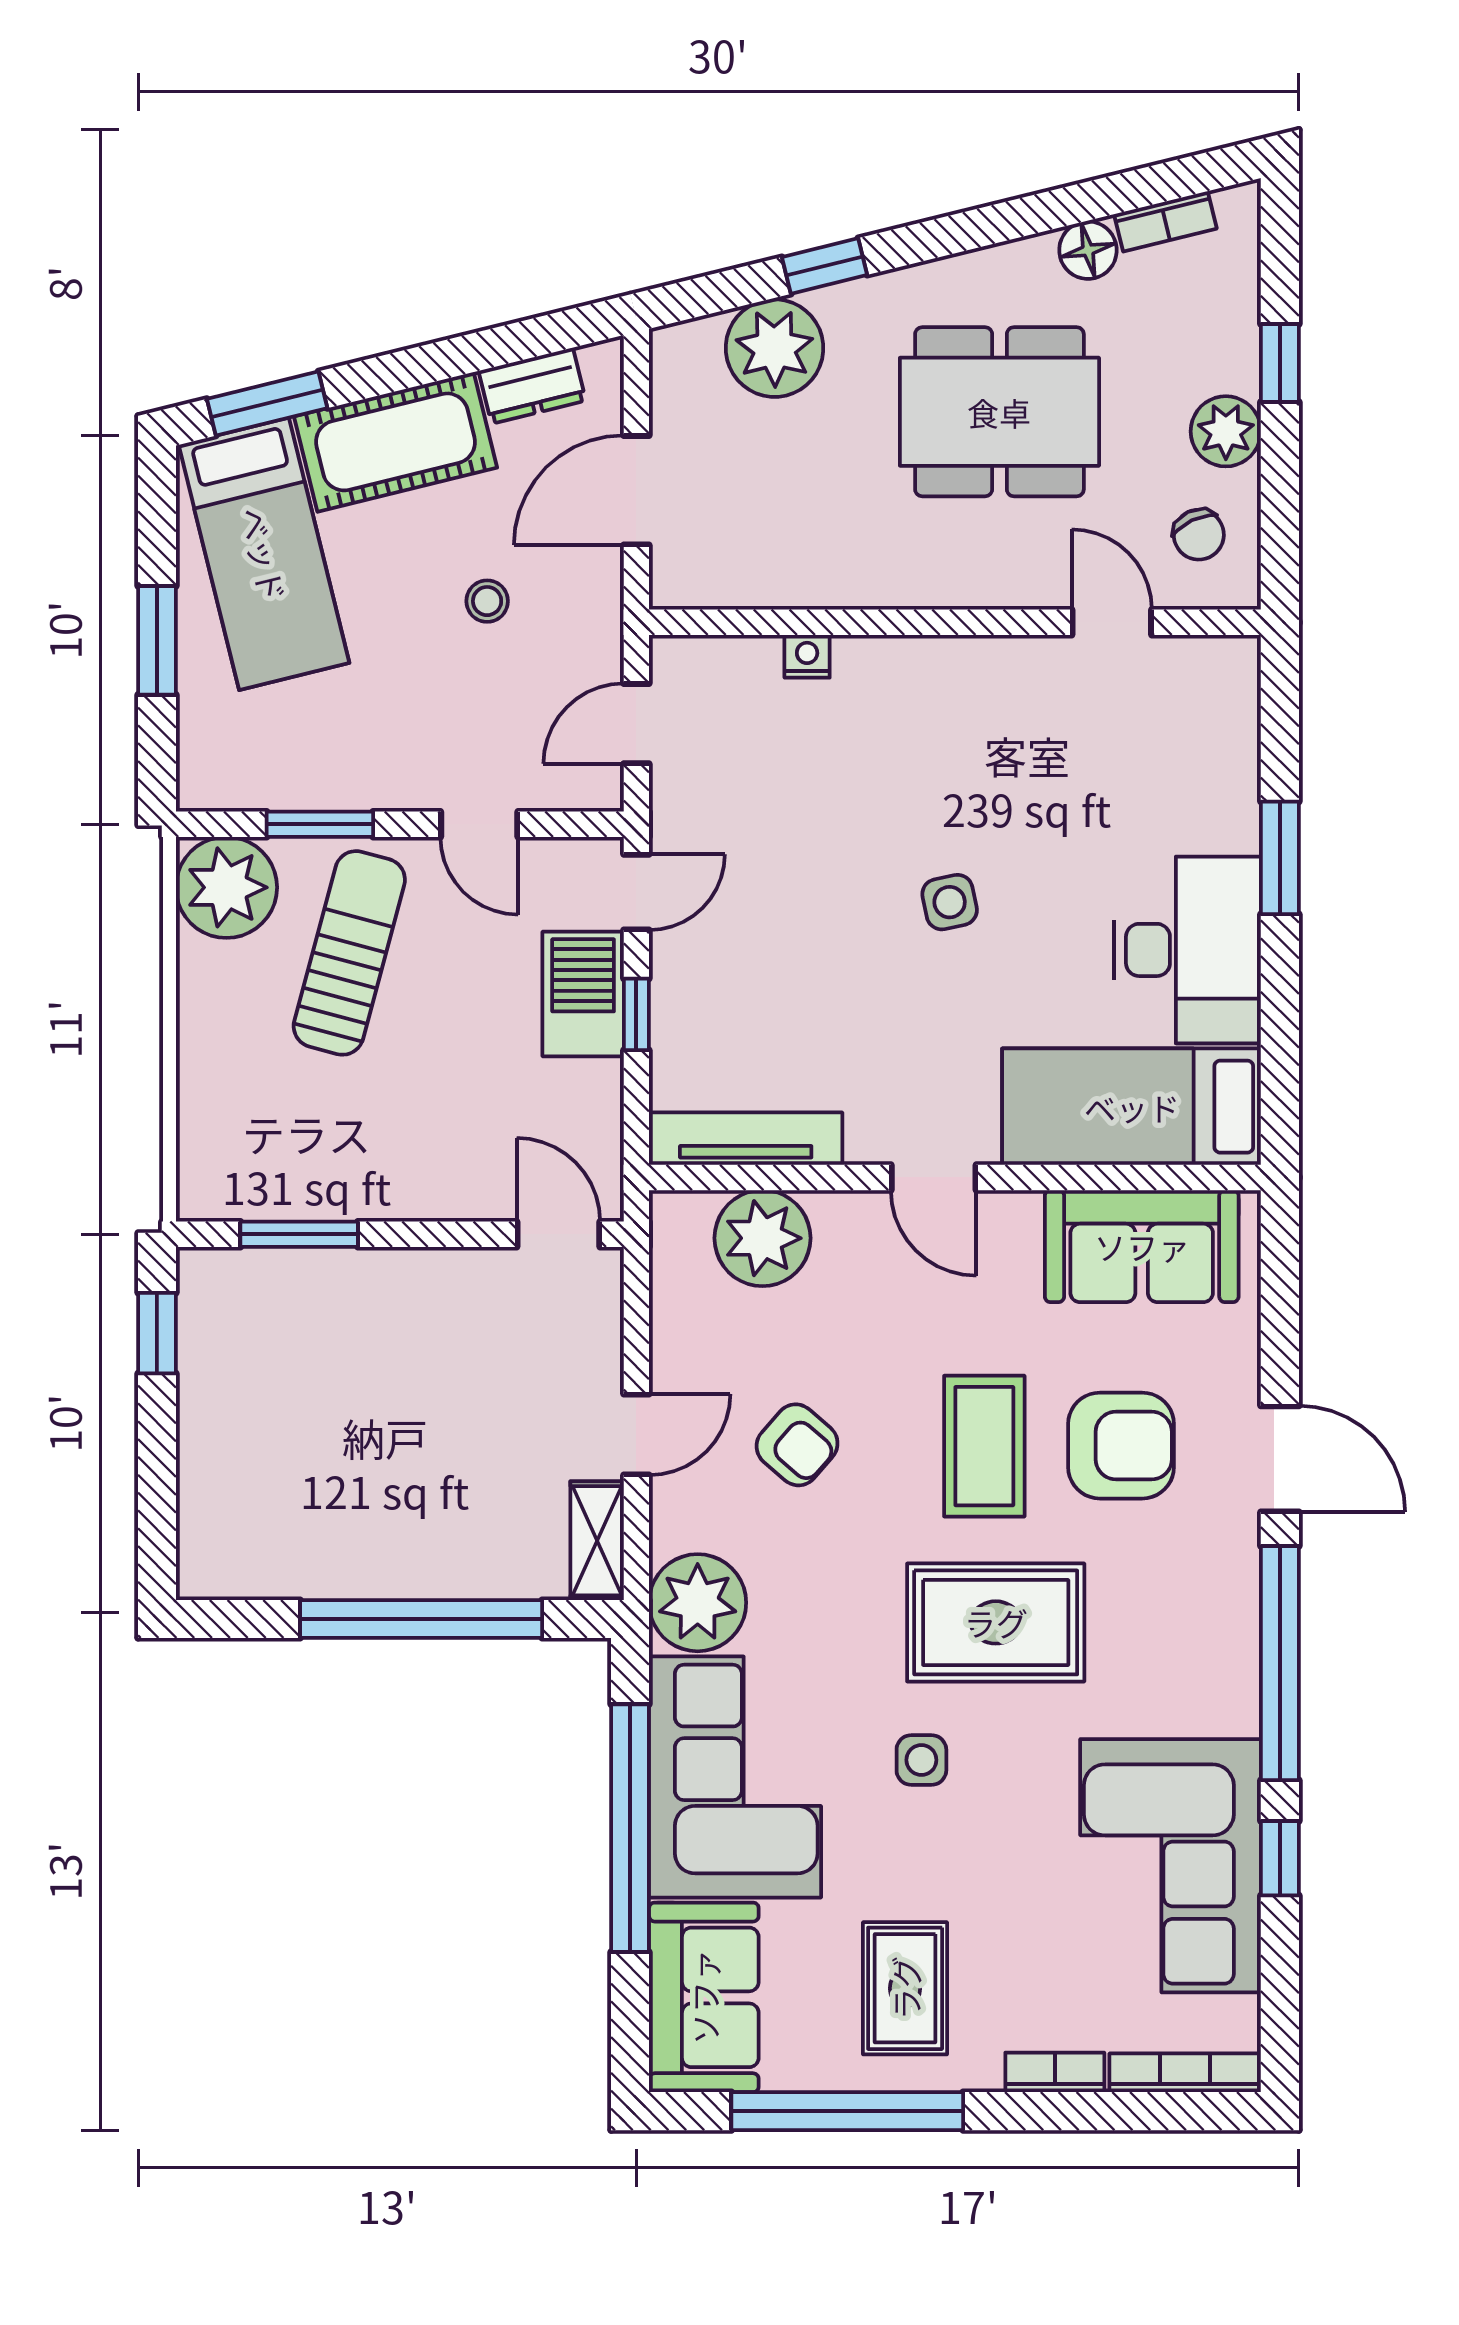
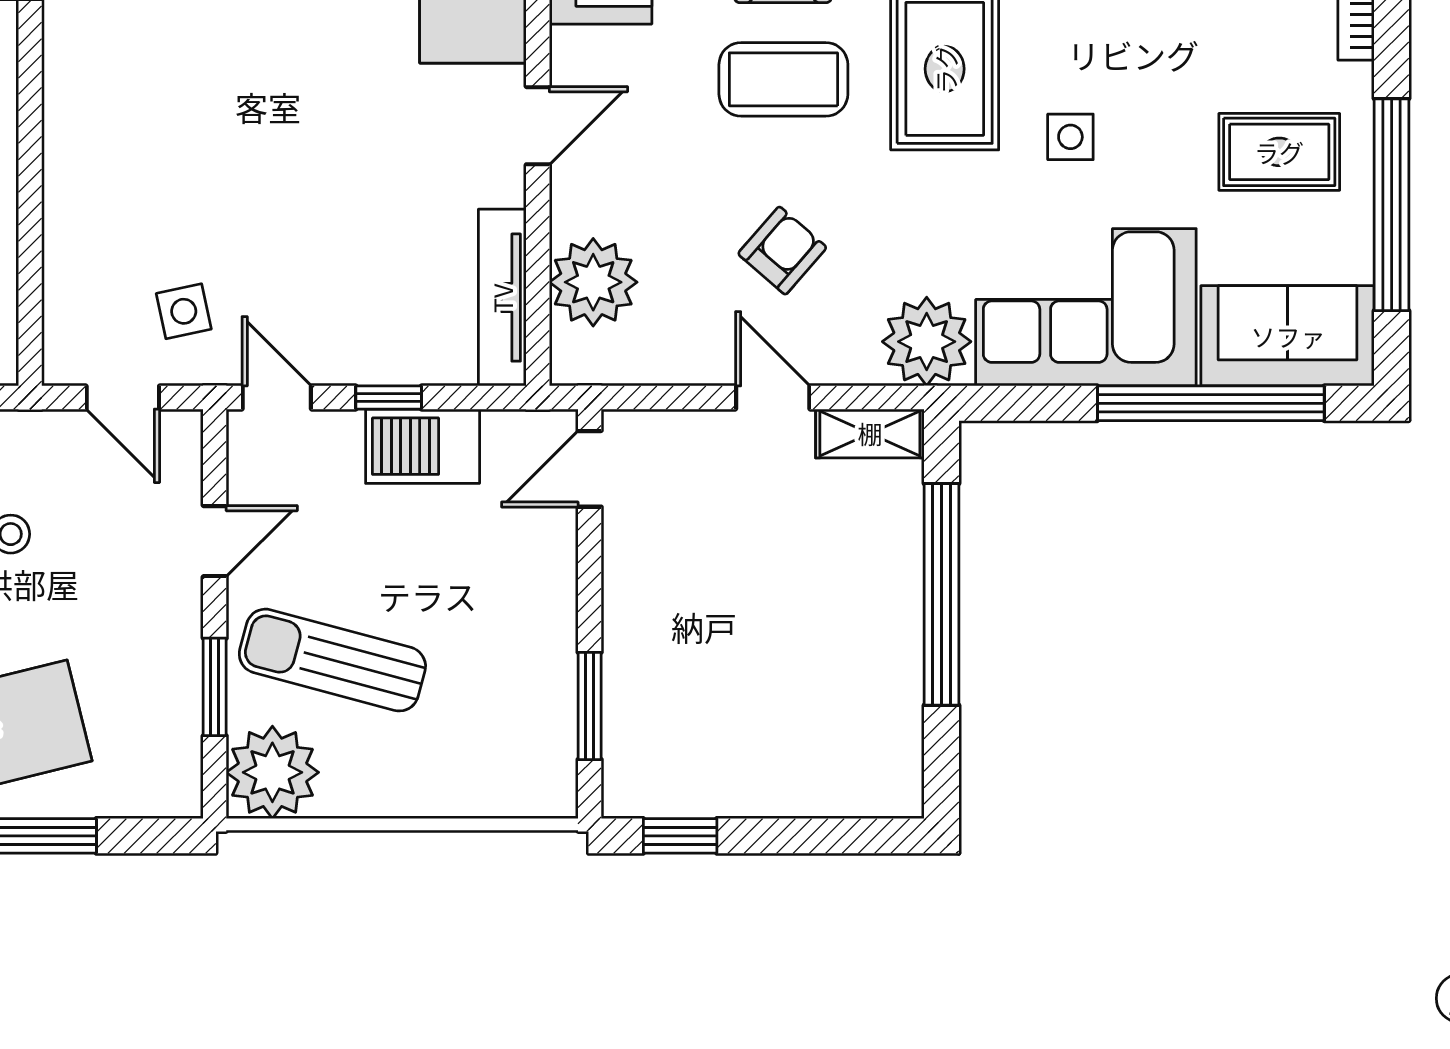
nightstand: (807, 656) -> (61, 241), removed
side table: (950, 902) -> (184, 311), moved
barbecue: (583, 994) -> (423, 446), moved
window: (630, 1828) -> (1211, 403), moved

